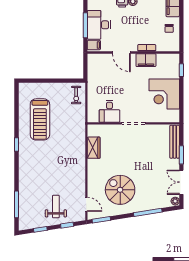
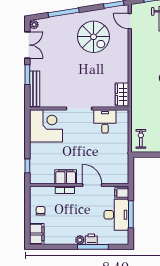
corner desk: (164, 94) -> (46, 126), moved
wardrobe: (94, 148) -> (122, 94), moved

